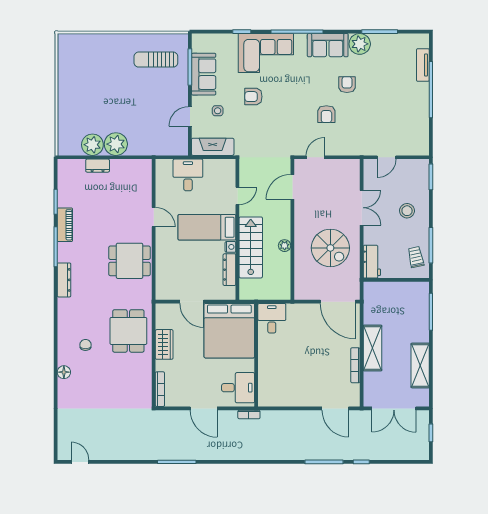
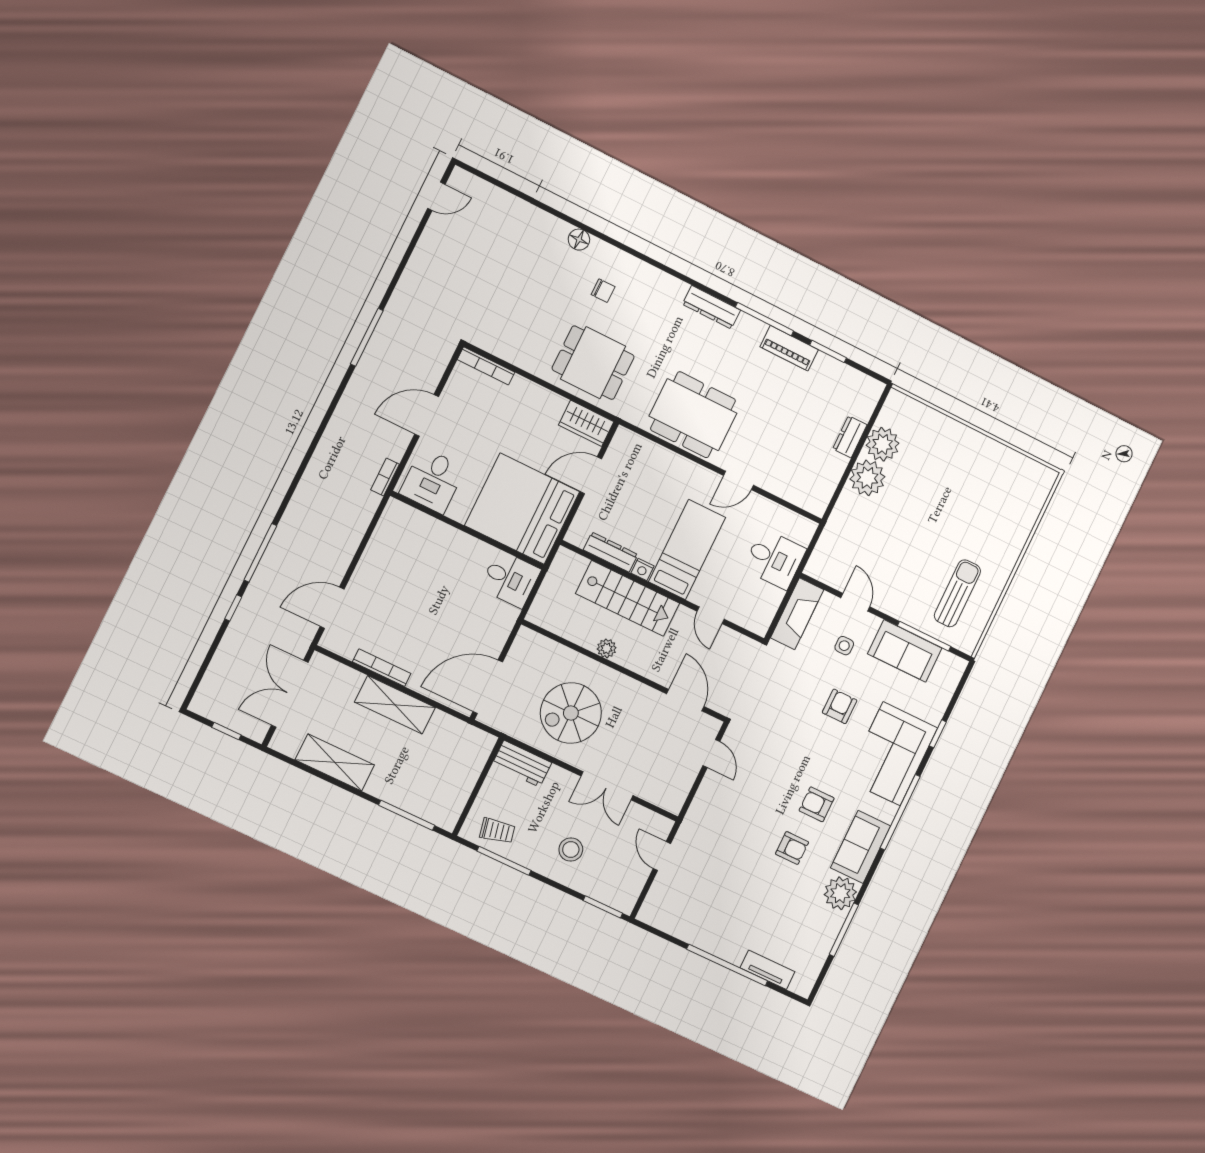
armchair: (326, 114) -> (817, 804), moved
dining table: (130, 261) -> (693, 415), width x1.38
wardrobe: (164, 344) -> (586, 423), moved

